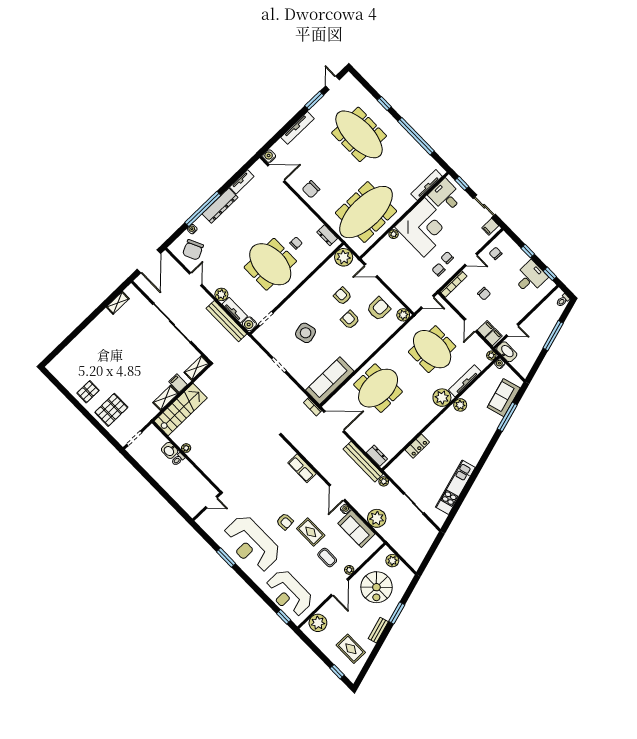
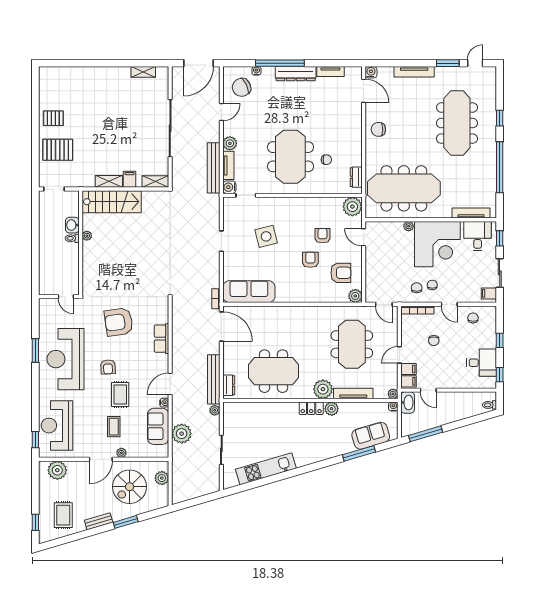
window: (553, 336) -> (426, 434), moved
meeting table: (378, 388) -> (274, 371), moved
locker: (417, 446) -> (311, 408), moved
armchair: (263, 485) -> (119, 322), added

